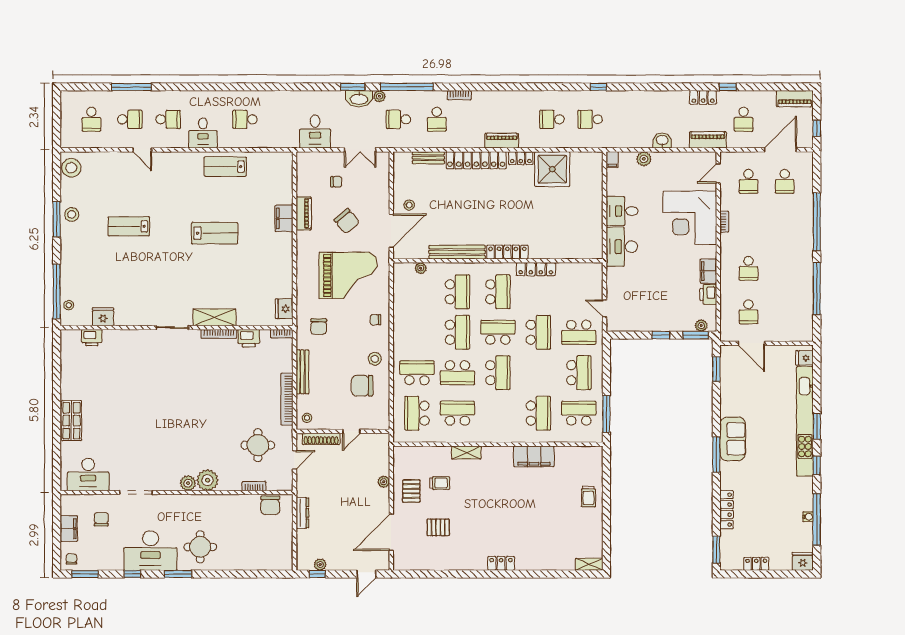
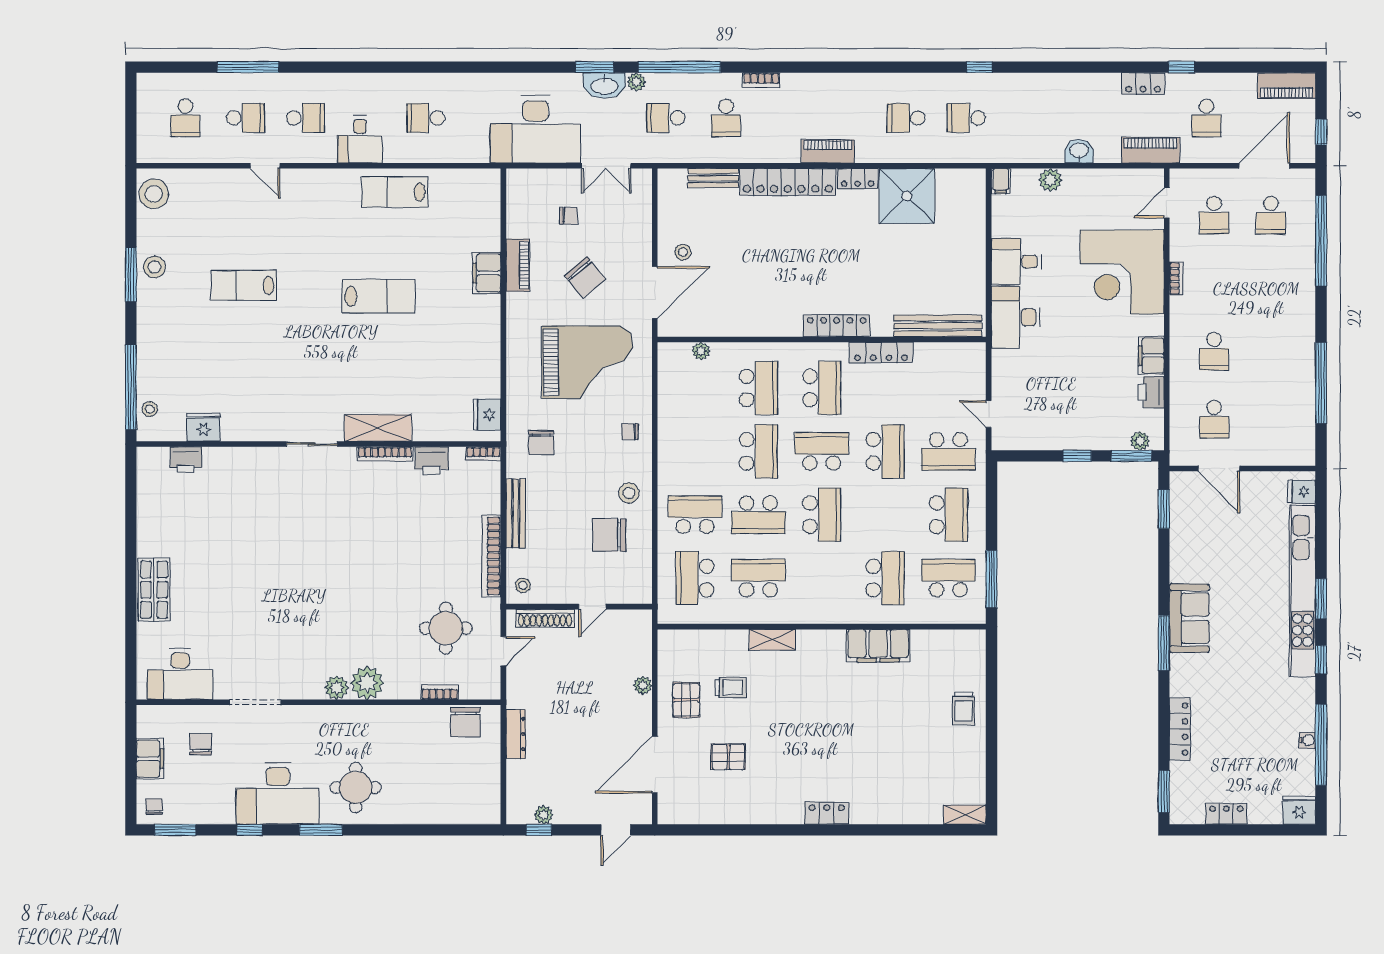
desk: (315, 132) -> (536, 129), width x1.87, depth x1.30
window: (817, 222) -> (1321, 241), moved
bench: (457, 252) -> (938, 326), moved

